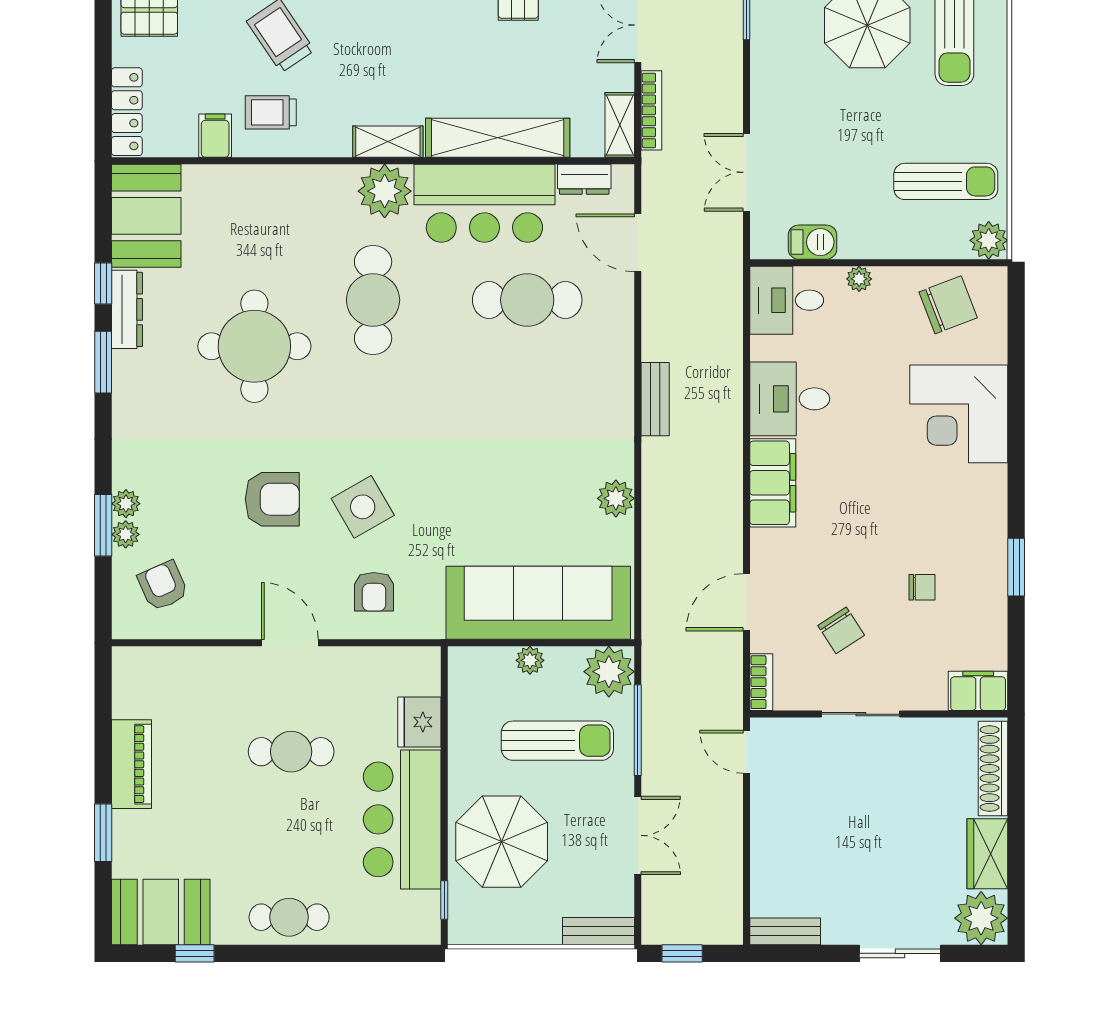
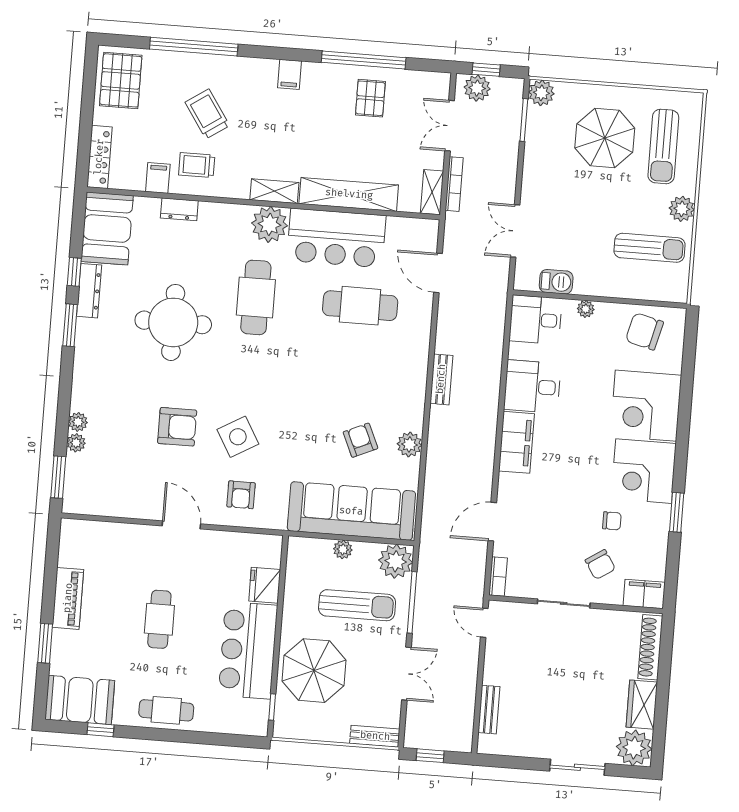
dresser: (584, 179) -> (179, 209), moved
plant: (989, 240) -> (682, 209), moved
chair: (948, 305) -> (644, 331), turned -145
corner desk: (963, 510) -> (644, 471), added
window: (103, 525) -> (58, 477), moved
armchair: (163, 586) -> (360, 440), moved
chair: (841, 630) -> (600, 565), moved
cafe table: (291, 752) -> (159, 619), moved, turned 90
bench: (785, 931) -> (489, 710), moved, turned 90

